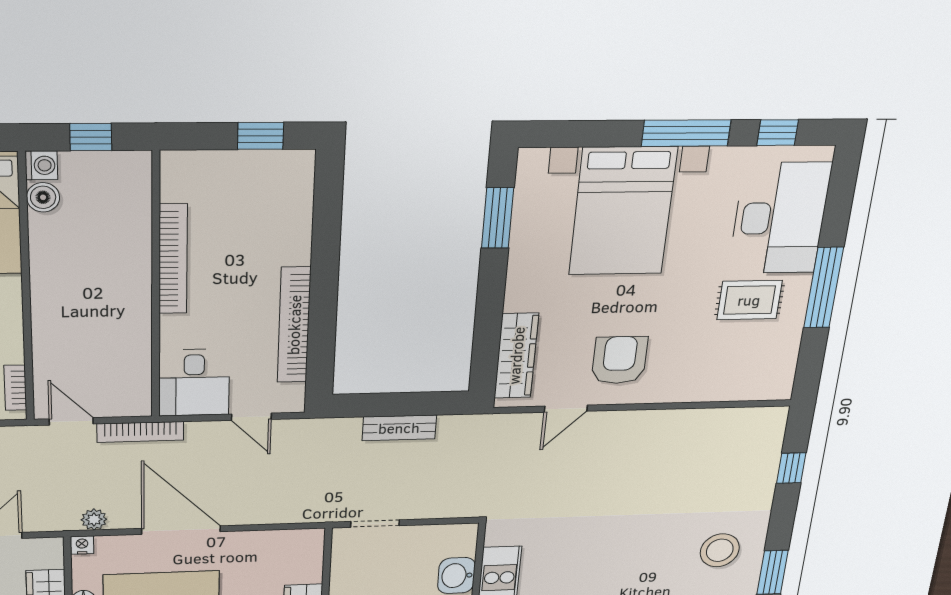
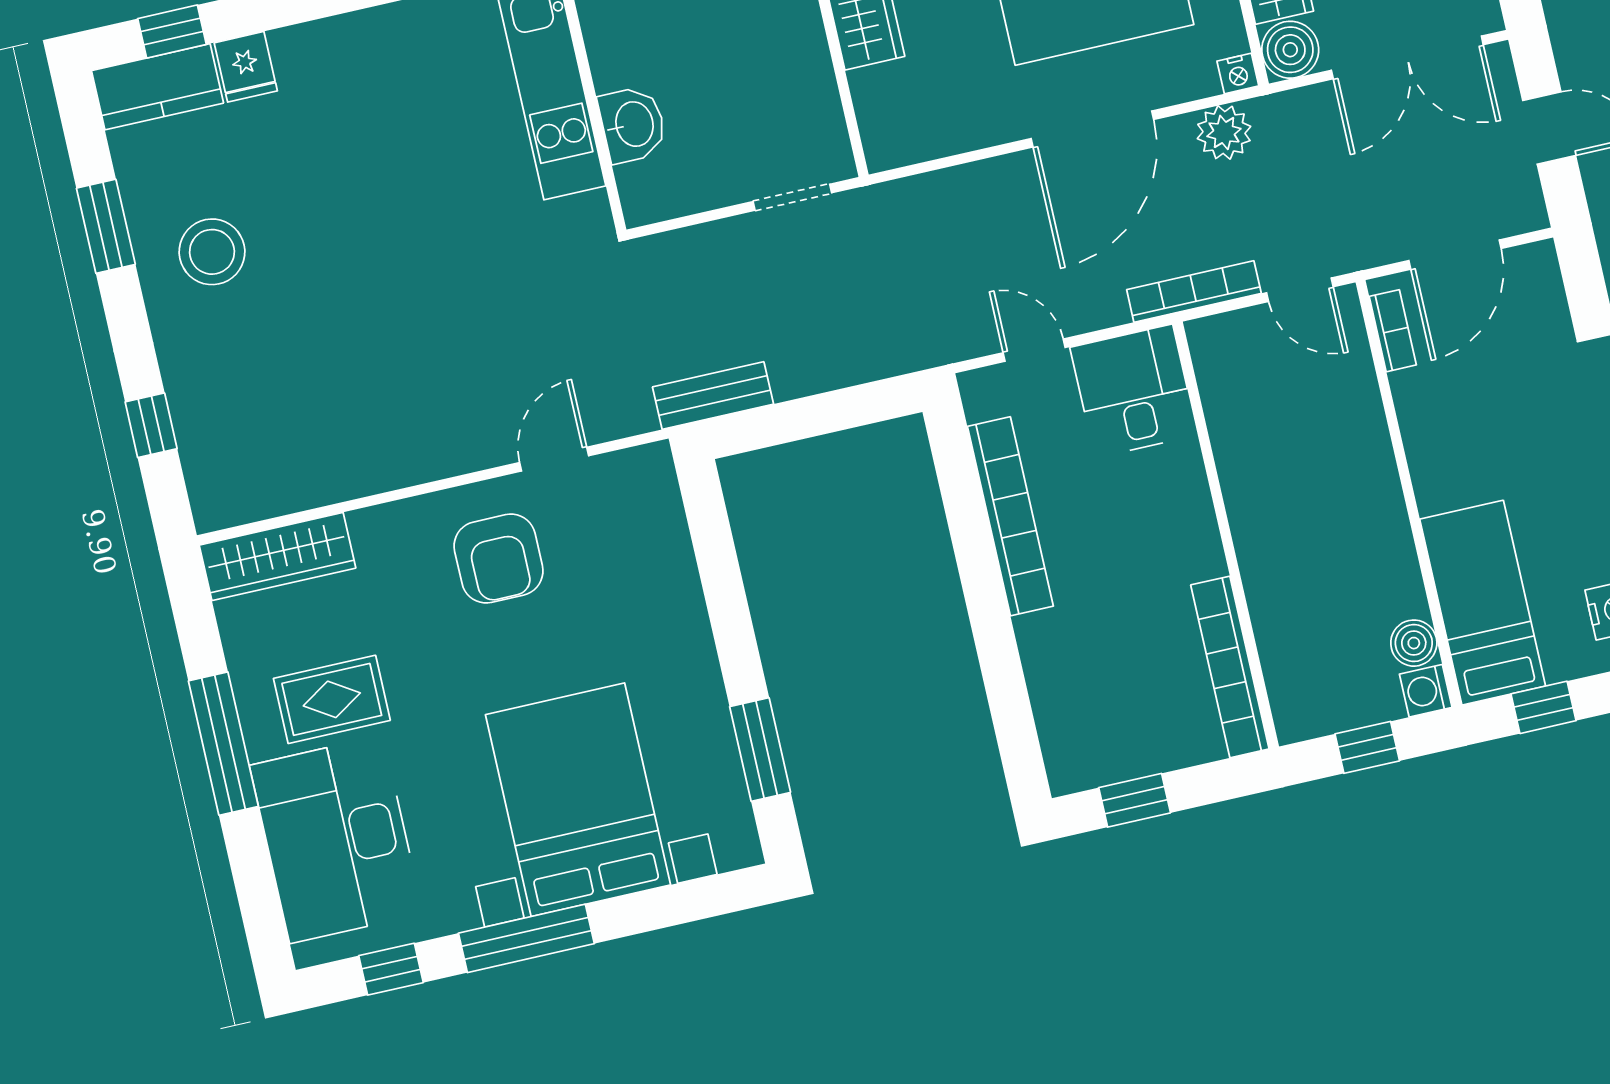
bookcase: (173, 259) -> (1230, 667), moved
wardrobe: (516, 356) -> (277, 557), moved, turned -90
bench: (399, 428) -> (713, 396), moved
plant: (94, 519) -> (1224, 132), width x1.38, depth x1.38
door: (181, 530) -> (1092, 129), hinge flipped
boiler: (46, 552) -> (1290, 50), added

